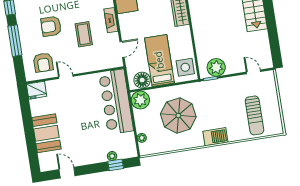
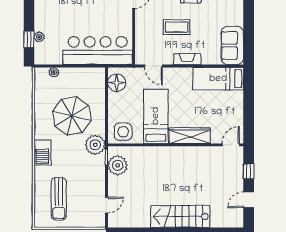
bed: (159, 60) -> (156, 116), moved, turned -90
plant: (140, 100) -> (95, 145), moved
sun lounger: (255, 115) -> (59, 199), turned -90

